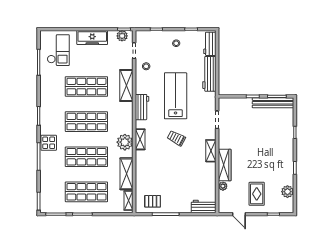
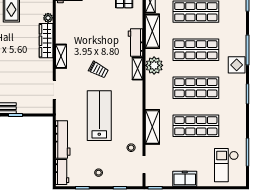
plant: (122, 36) -> (157, 181), removed
freezer: (92, 38) -> (185, 179), width x0.71
lab bench: (176, 96) -> (99, 116), turned 180
workbench: (142, 107) -> (136, 43), moved

